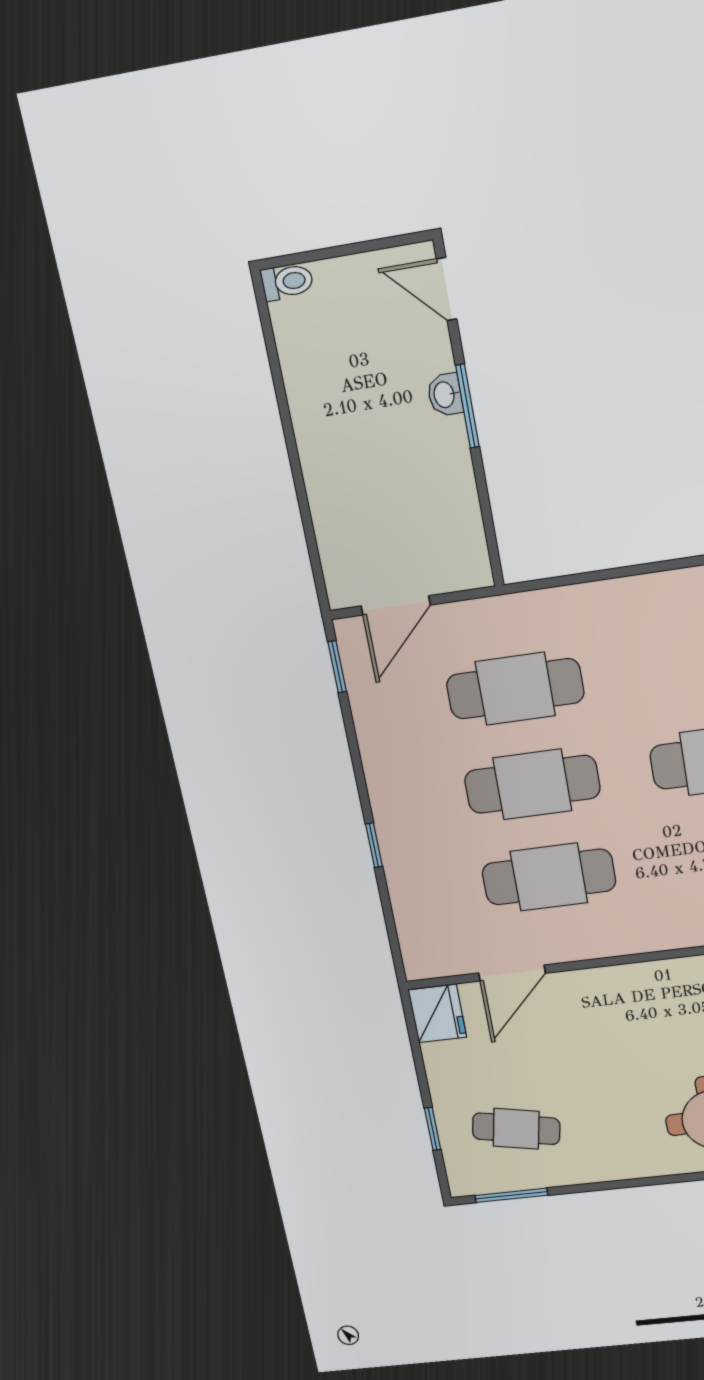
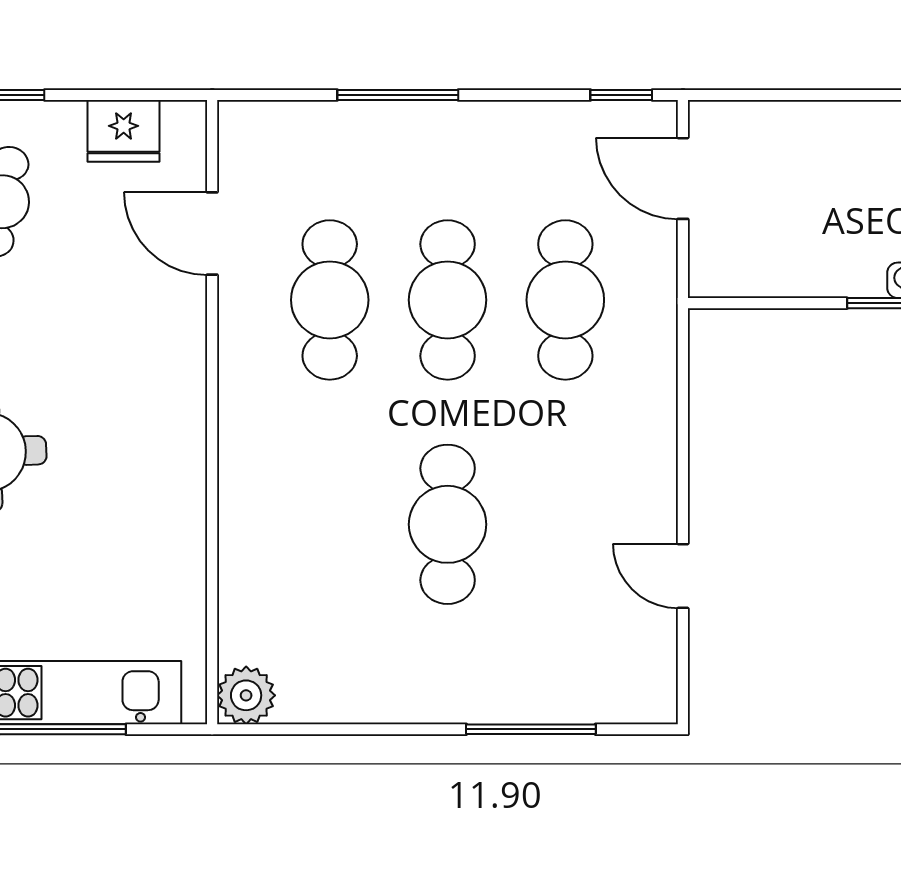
window: (374, 845) -> (398, 95), width x2.17
fridge: (437, 1014) -> (124, 131), moved

